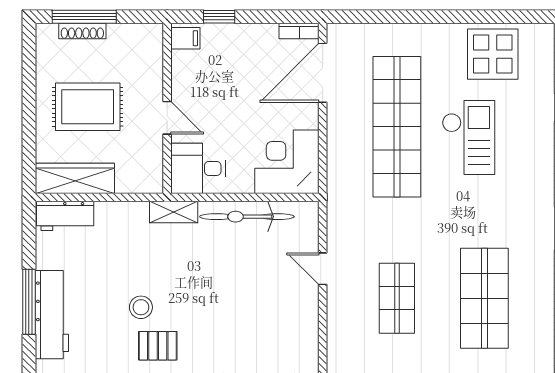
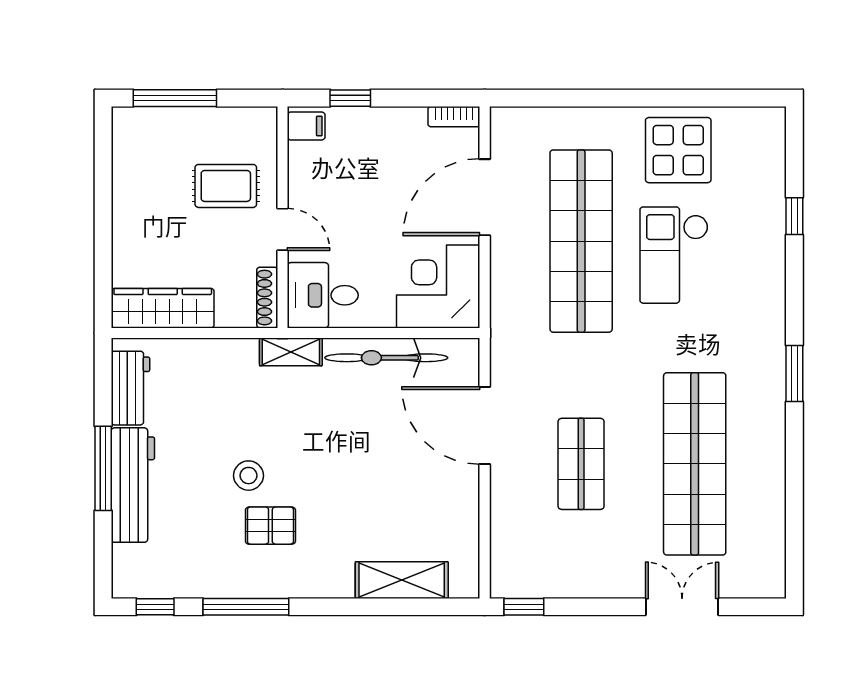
shoe rack: (82, 31) -> (267, 298), moved, turned 90
display table: (493, 54) -> (678, 150), moved
door: (323, 73) -> (485, 197), moved
rug: (88, 107) -> (226, 186), moved, width x0.73, depth x0.70
checkout: (468, 138) -> (674, 255), turned 180
workbench: (65, 216) -> (130, 388), moved, turned -90
door: (323, 269) -> (485, 426), width x1.88
shop shelf: (484, 298) -> (695, 464), width x1.40

